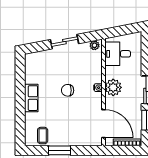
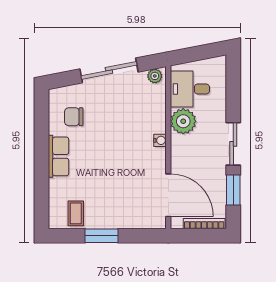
sliding door: (64, 42) -> (109, 70), width x1.37
plant: (113, 87) -> (183, 121), moved
chair: (68, 90) -> (74, 117), moved

